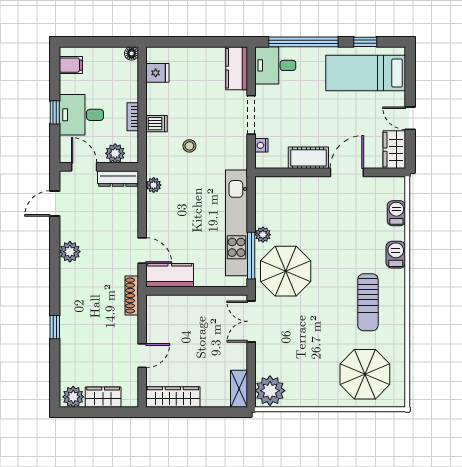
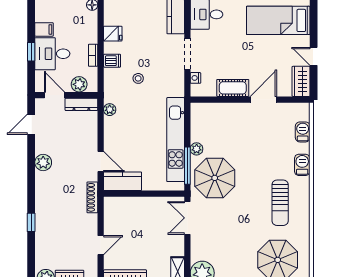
filing cabinet: (71, 65) -> (44, 29), moved
fridge: (157, 73) -> (113, 34), moved

